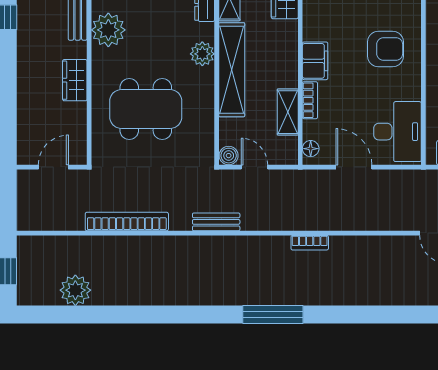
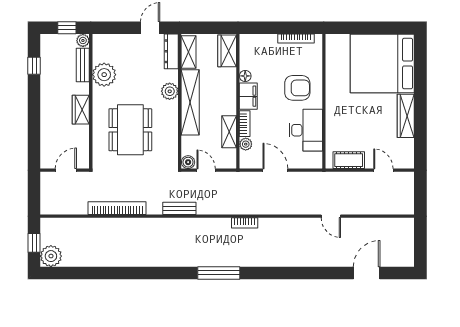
dining table: (146, 109) -> (130, 130), turned 90
plant: (311, 130) -> (246, 144), added
desk: (398, 132) -> (306, 130), moved
floor lamp: (311, 149) -> (245, 76), moved
plant: (75, 290) -> (51, 256), moved

